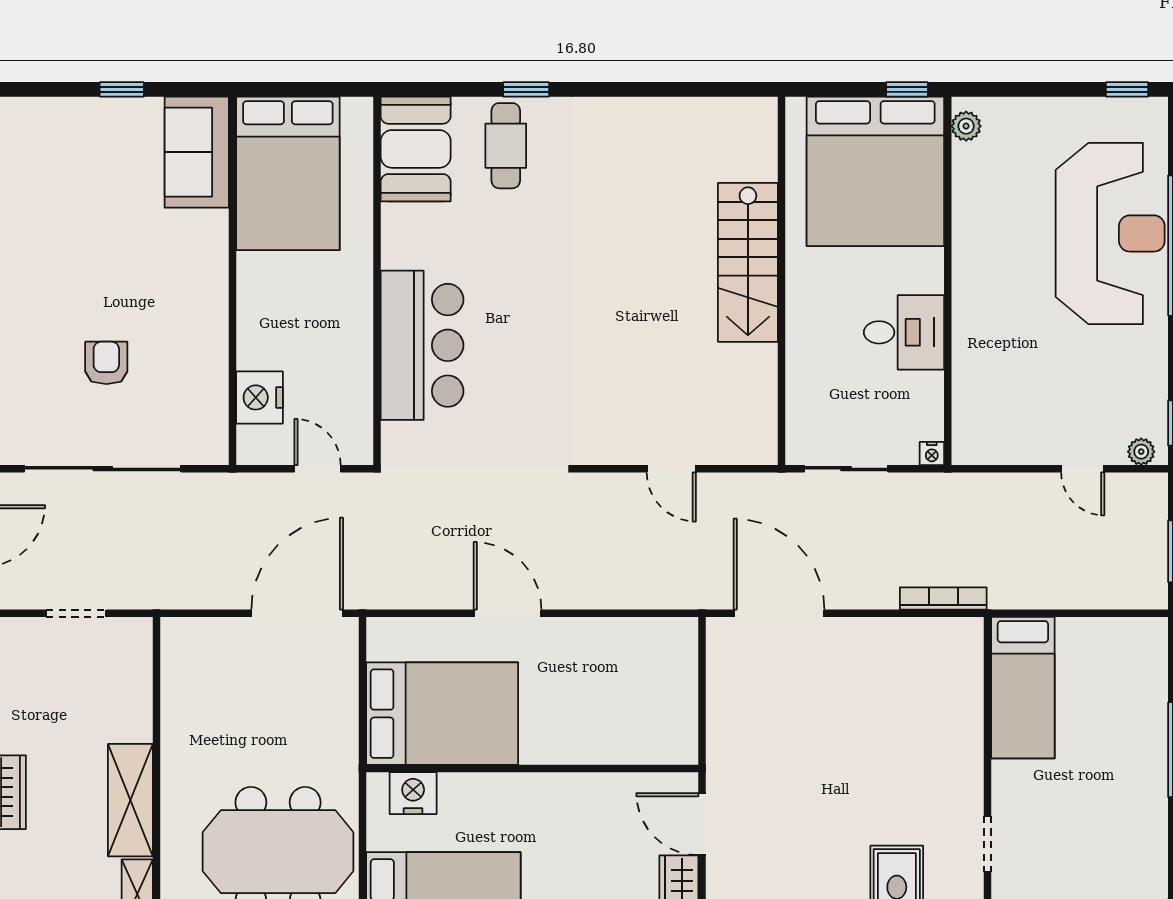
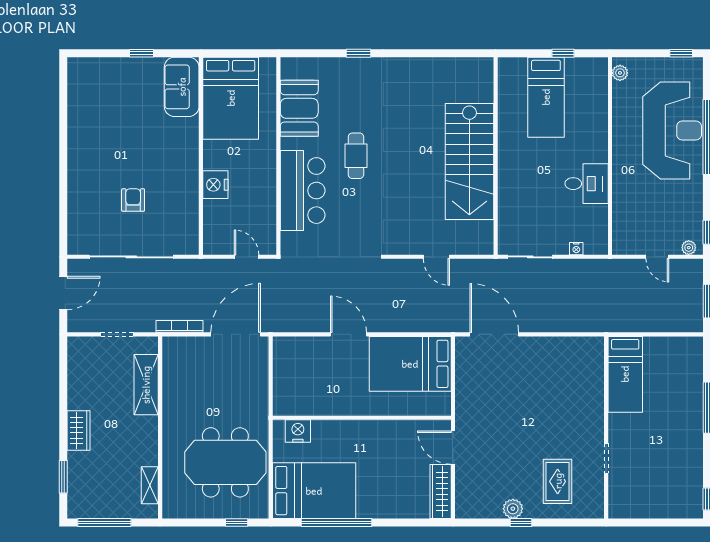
plant: (966, 126) -> (620, 73), moved
cafe table: (506, 146) -> (356, 156), moved
booth: (416, 149) -> (299, 108), moved
bed: (875, 171) -> (546, 97), width x0.49
stairs: (748, 262) -> (469, 162), width x1.36, depth x1.51
wall: (948, 281) -> (610, 156), moved
desk: (904, 332) -> (587, 184), moved
nightstand: (259, 397) -> (215, 185), moved
bookcase: (943, 598) -> (180, 326), moved
bed: (442, 714) -> (410, 364), moved, turned 180
shelving: (130, 800) -> (146, 385), moved

